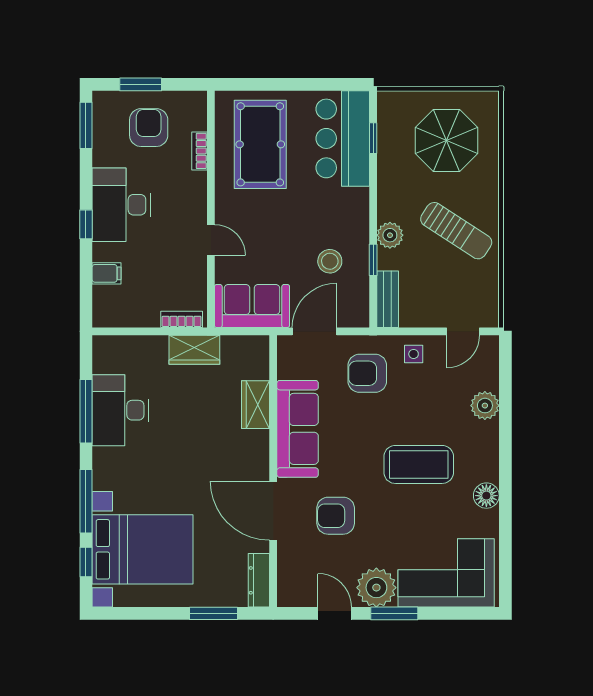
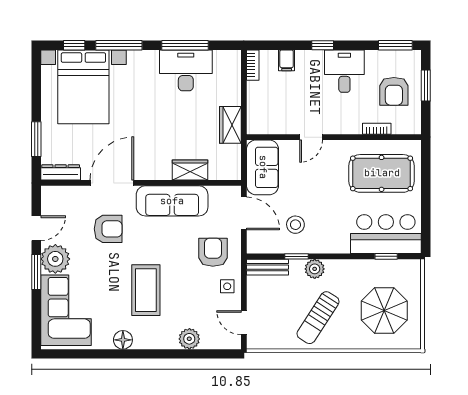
armchair: (149, 128) -> (394, 91), turned 90
desk: (121, 205) -> (344, 71), width x0.73
bookcase: (182, 319) -> (253, 65), moved
armchair: (336, 516) -> (108, 229), turned 90

